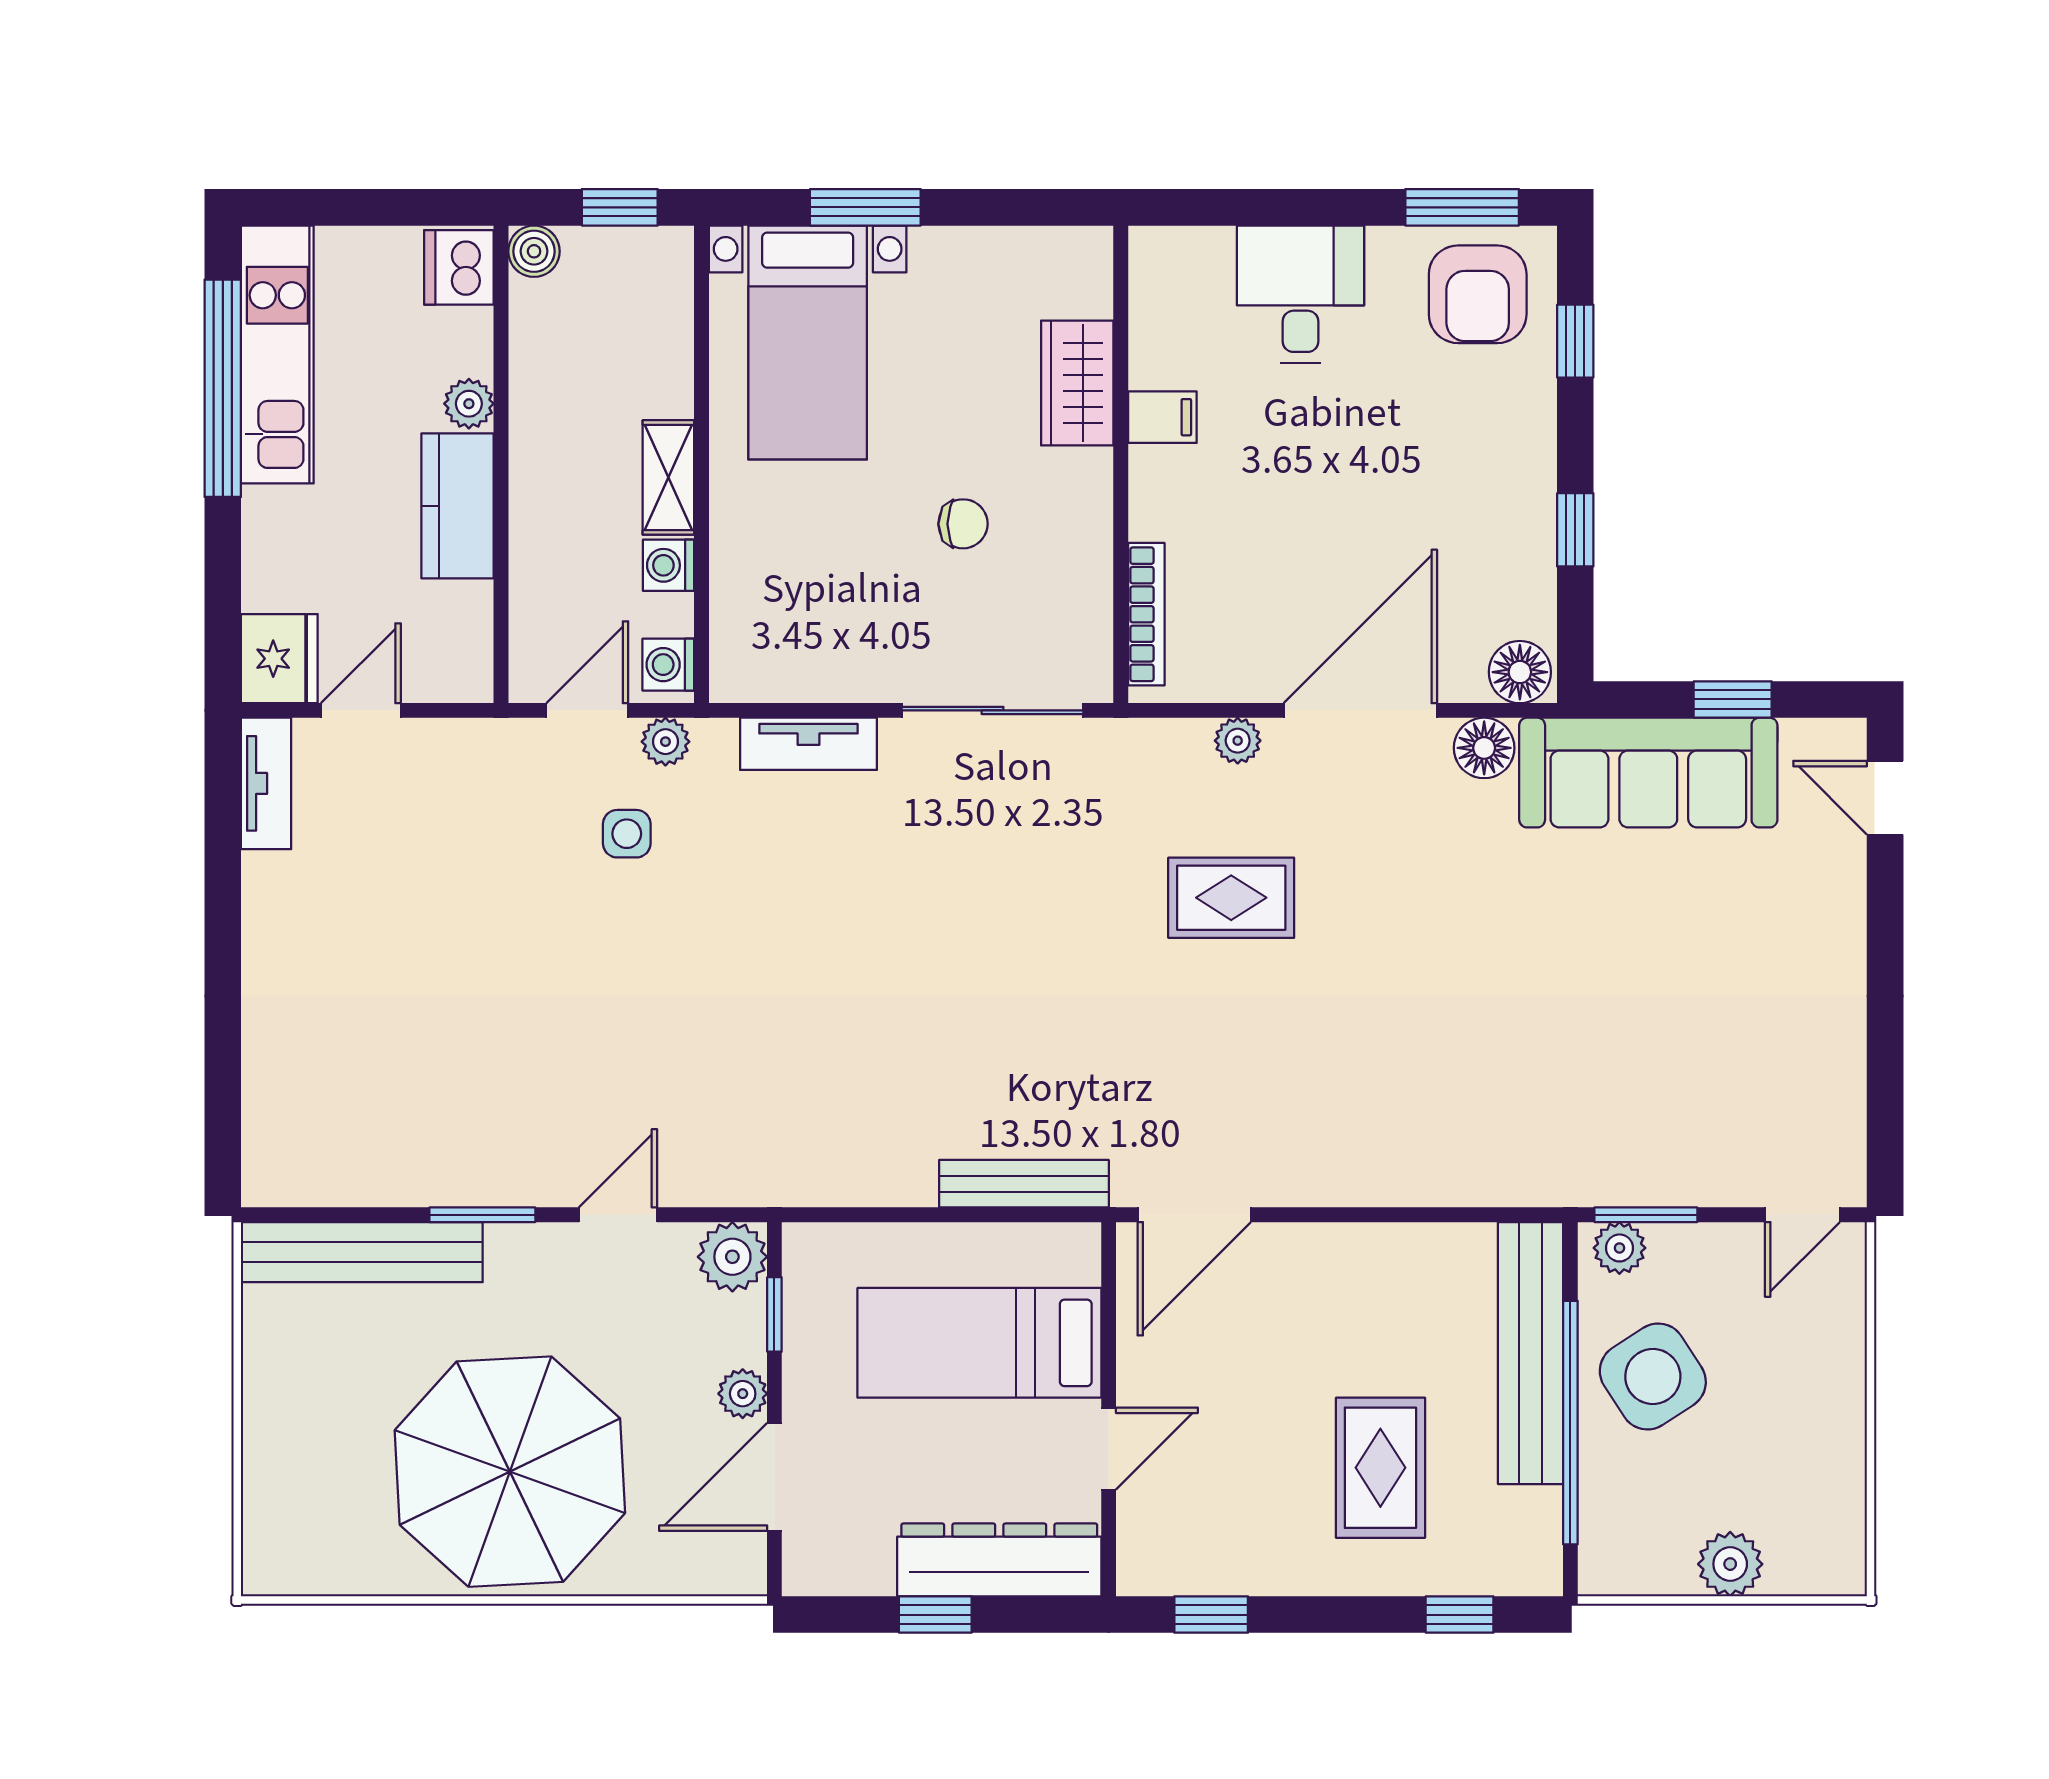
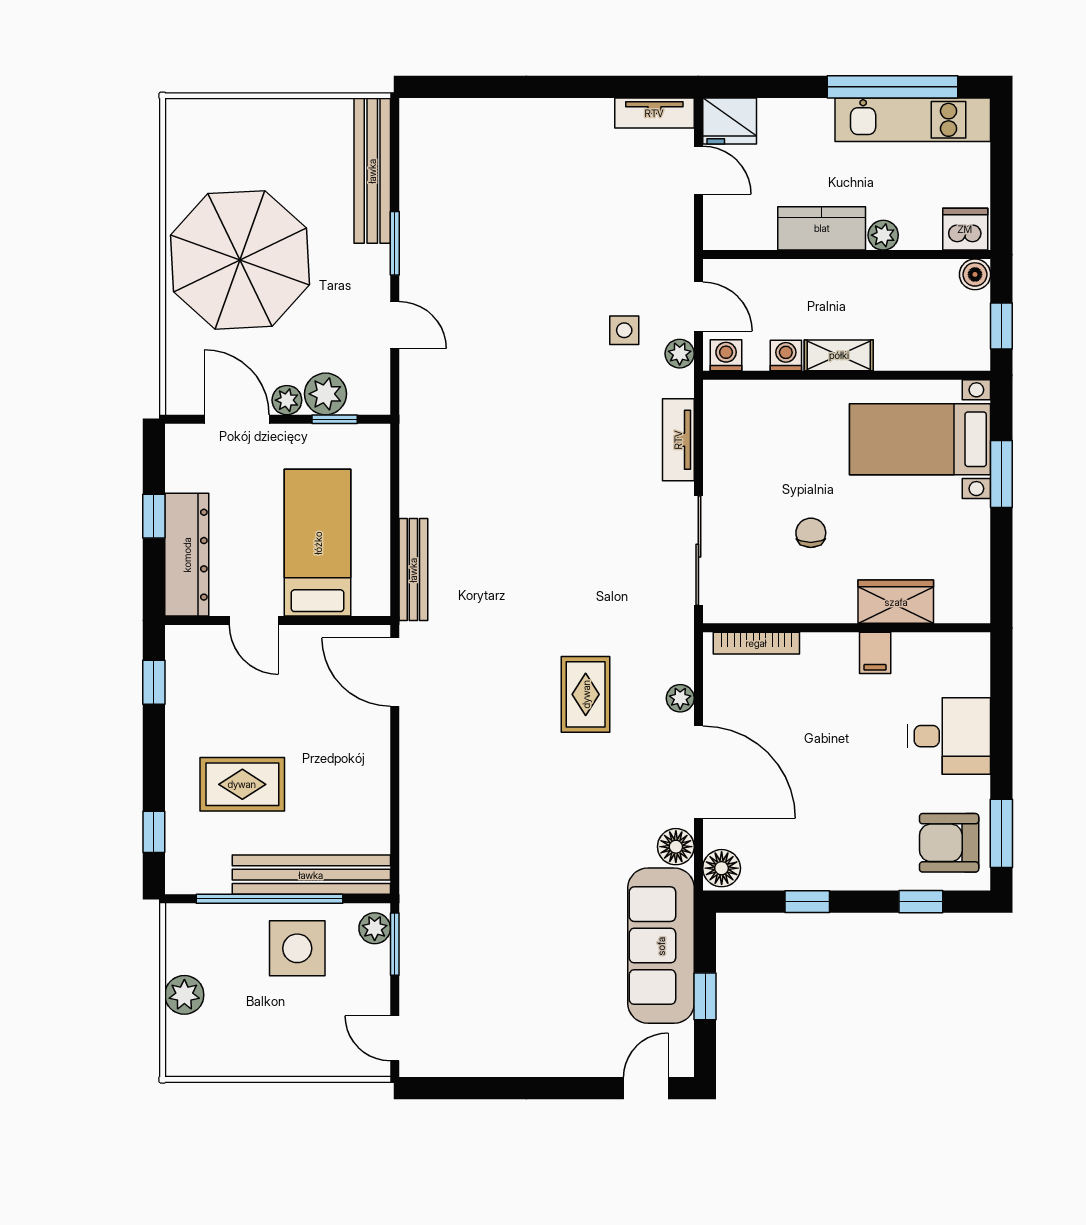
chair: (963, 524) -> (811, 533), turned 180
plant: (732, 1257) -> (326, 394), moved
side table: (1653, 1376) -> (297, 948), turned 33

